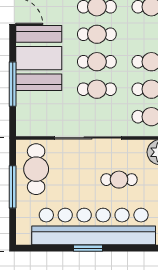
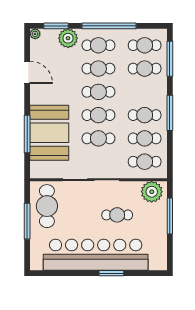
booth: (39, 58) -> (49, 133), moved
window: (88, 248) -> (111, 273), moved

